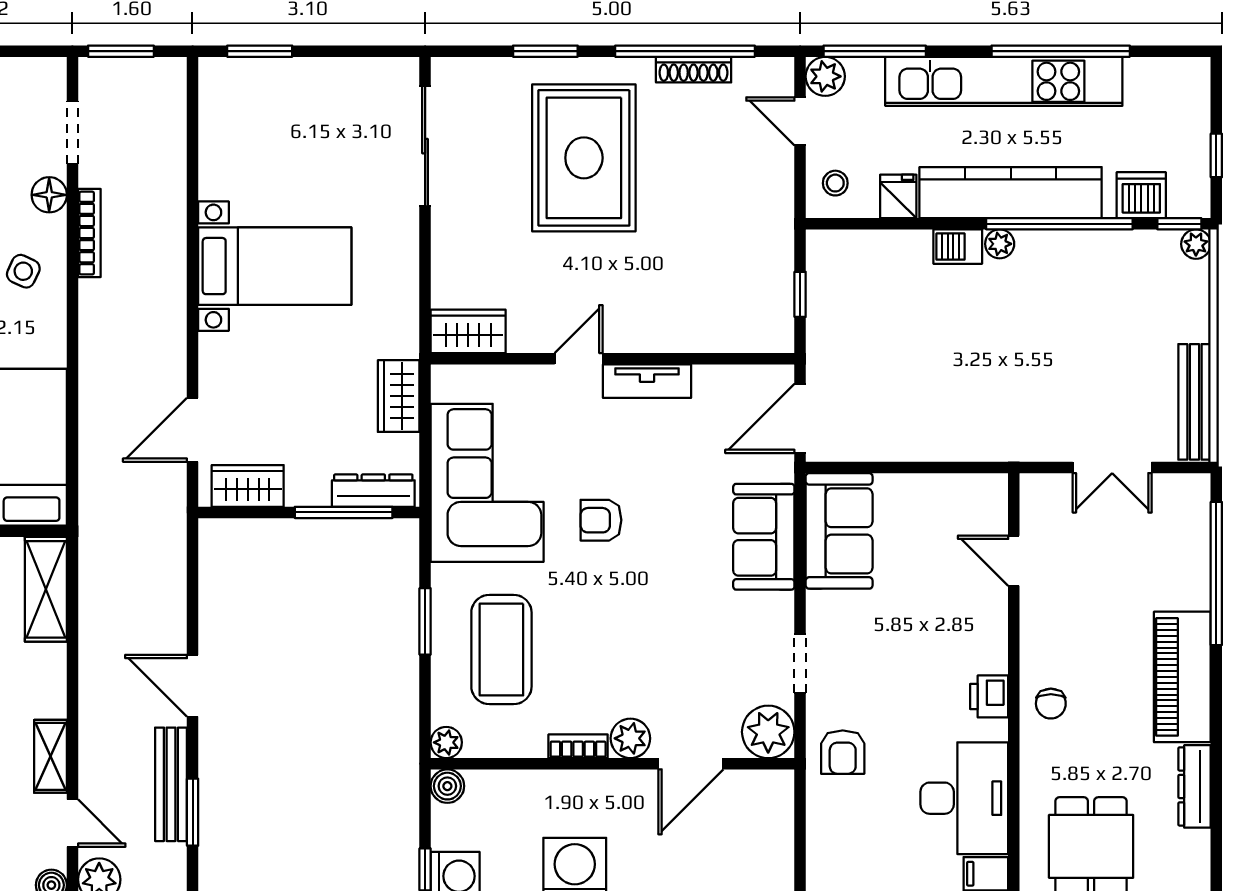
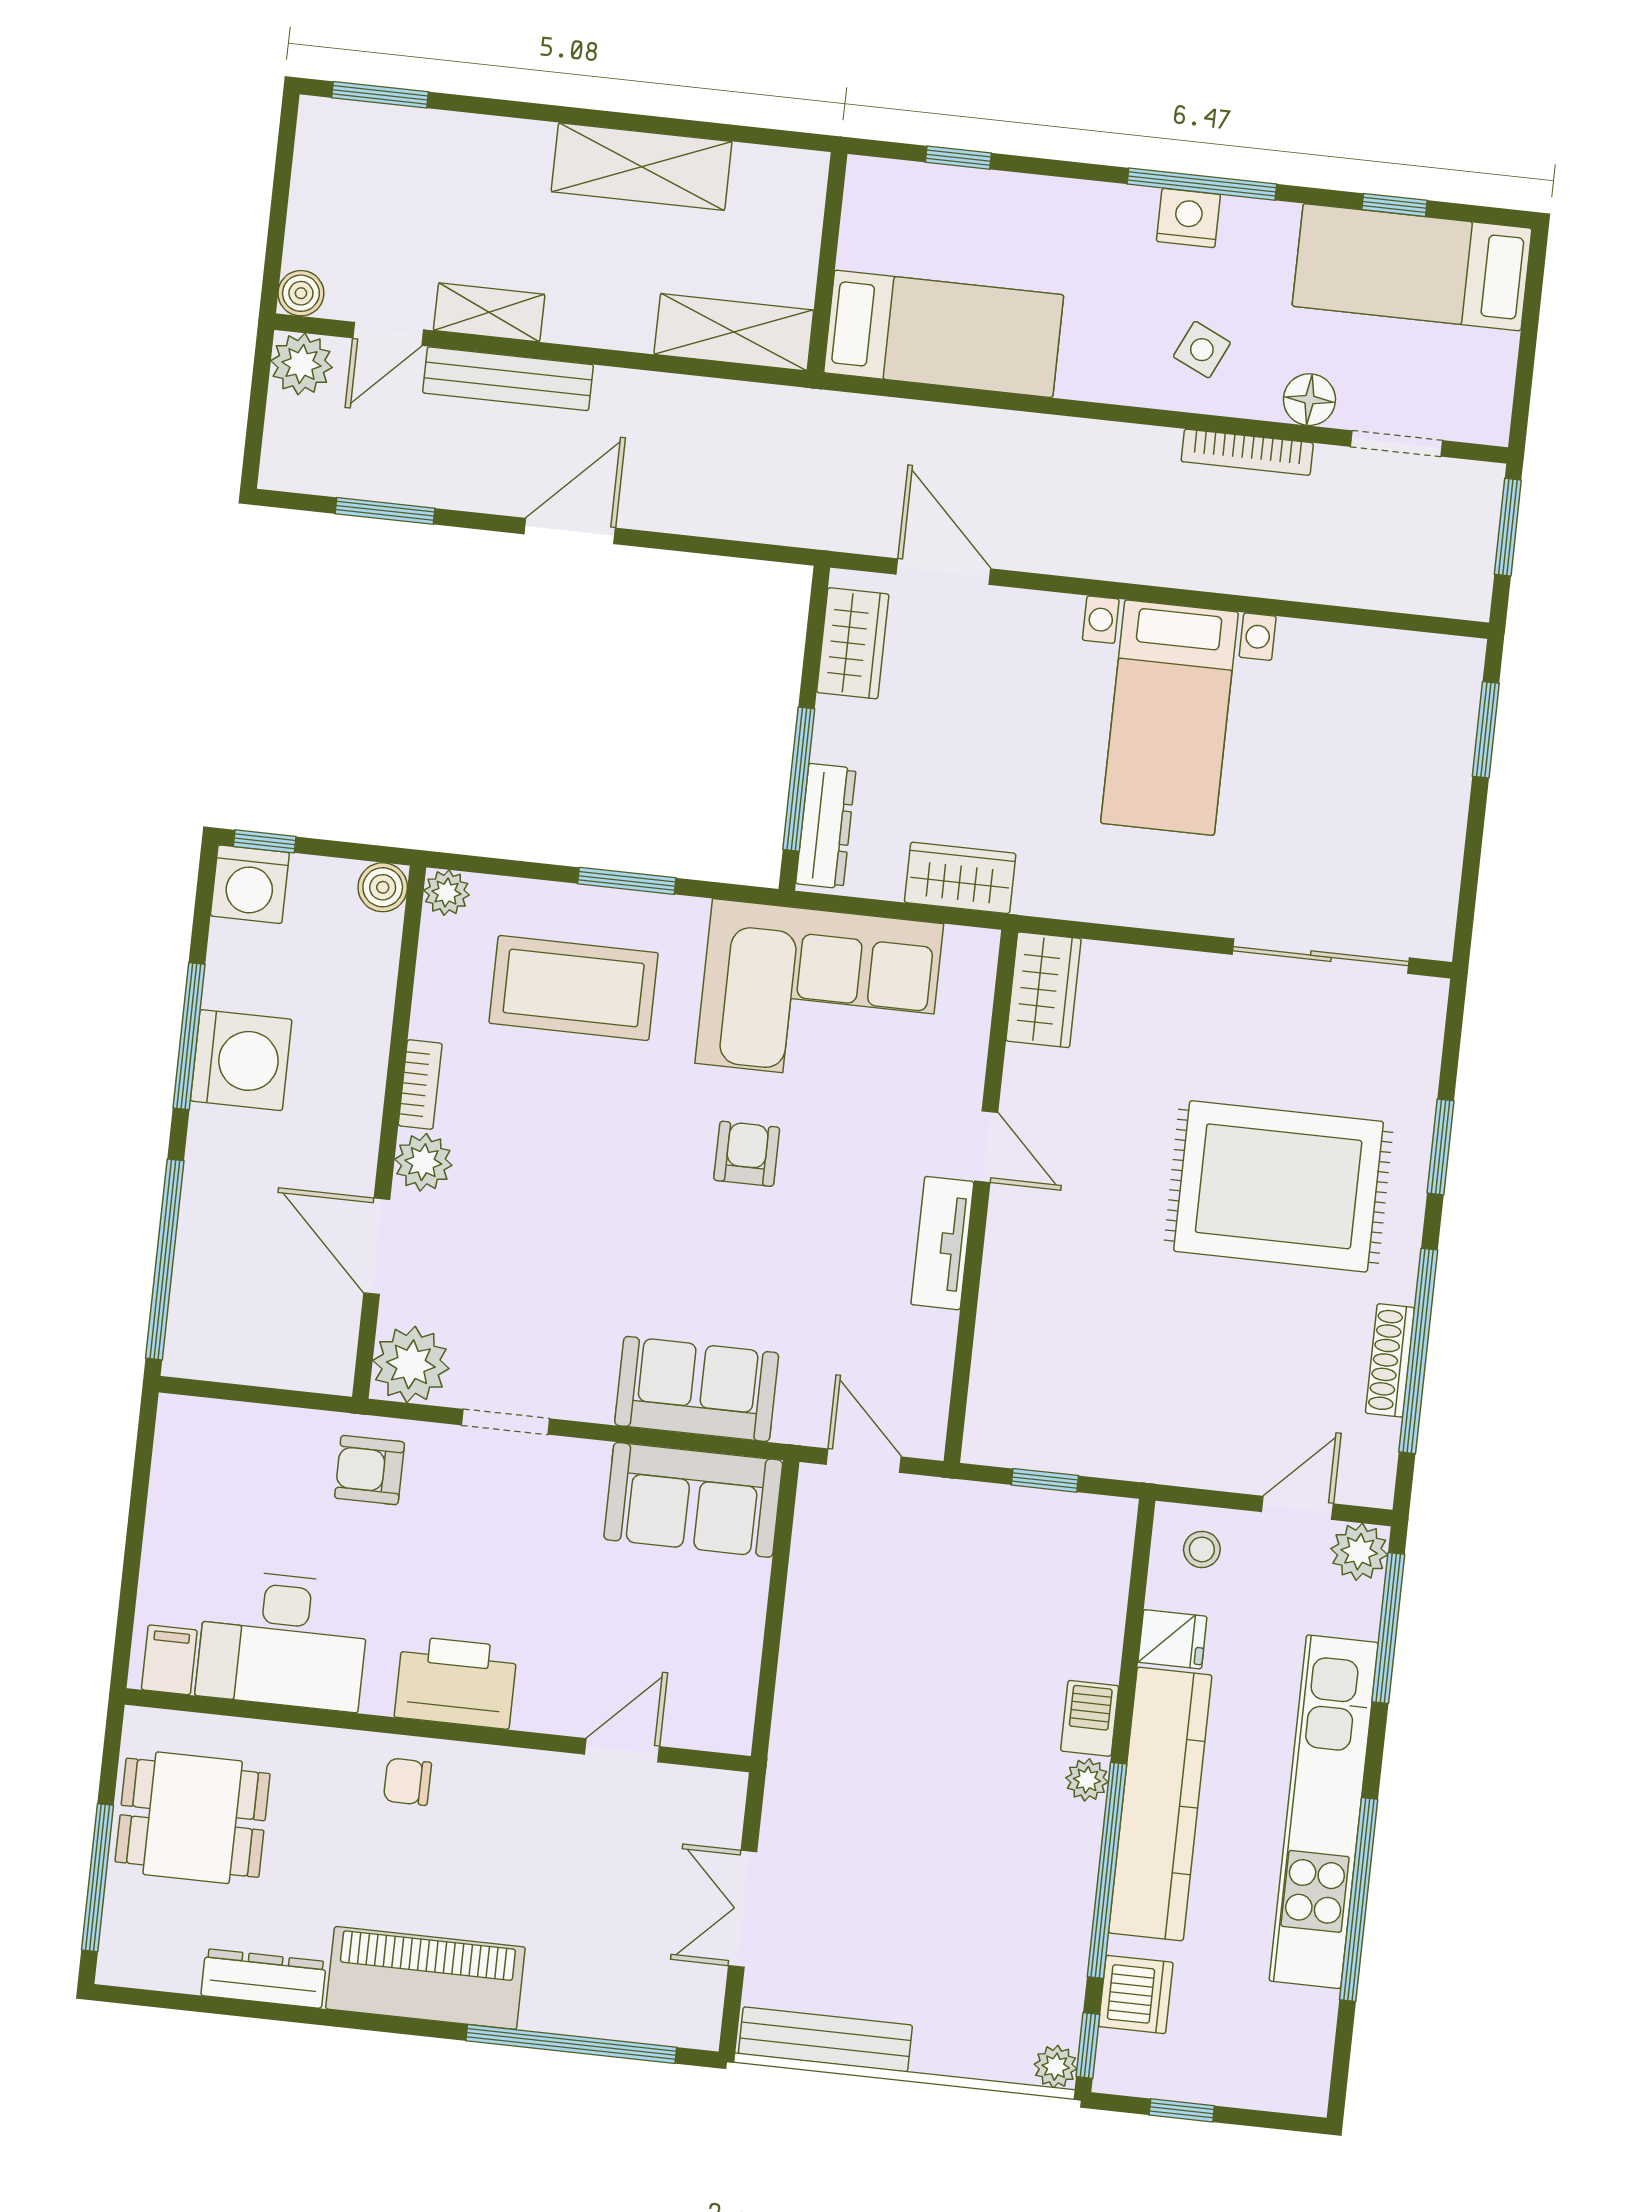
door: (800, 418) -> (864, 1461), width x0.73
printer: (989, 696) -> (456, 1682), width x1.87, depth x1.48
bench: (171, 784) -> (508, 379), moved

